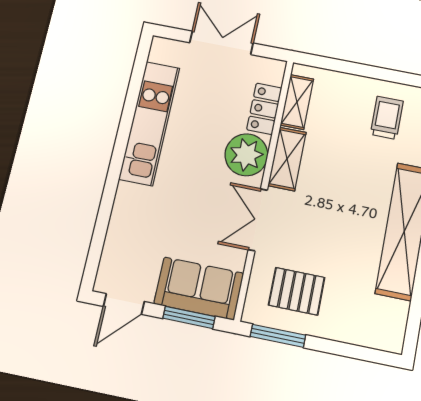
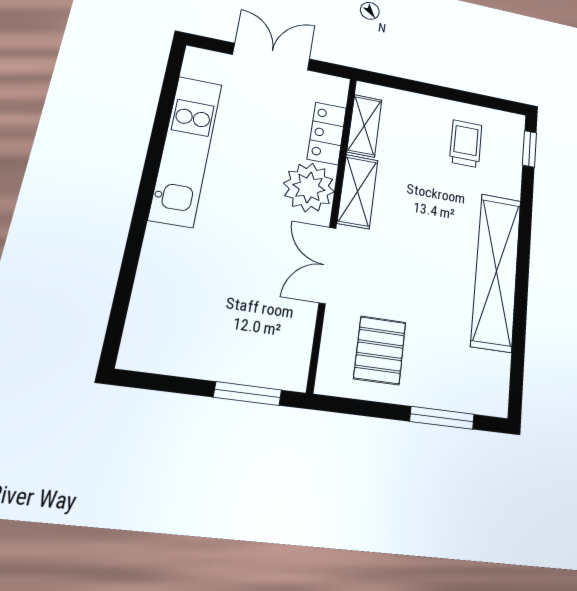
sofa: (199, 288) -> (259, 355), removed
pallet: (297, 291) -> (380, 350), turned 90
door: (124, 304) -> (160, 383), removed
window: (278, 336) -> (442, 418), moved

